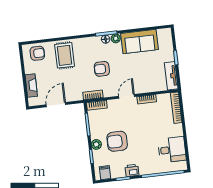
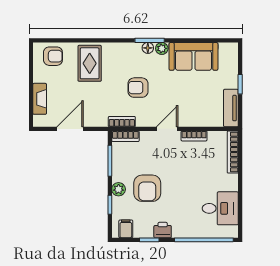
armchair: (117, 141) -> (147, 188), turned -90

